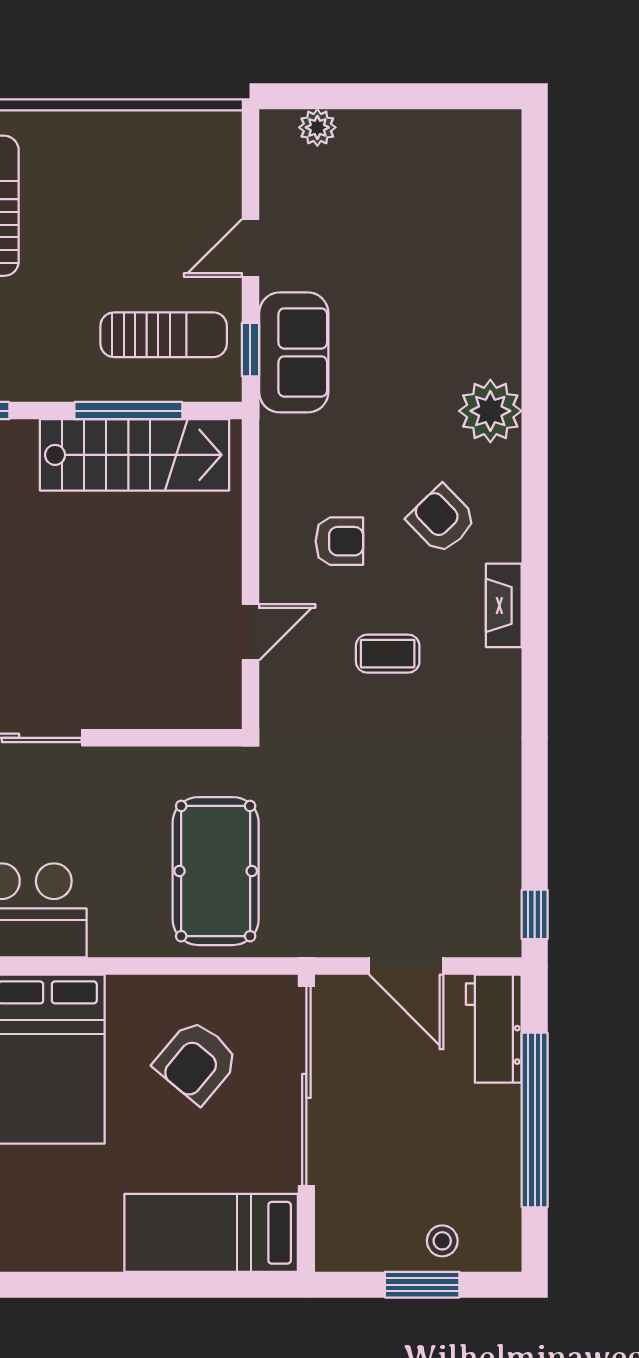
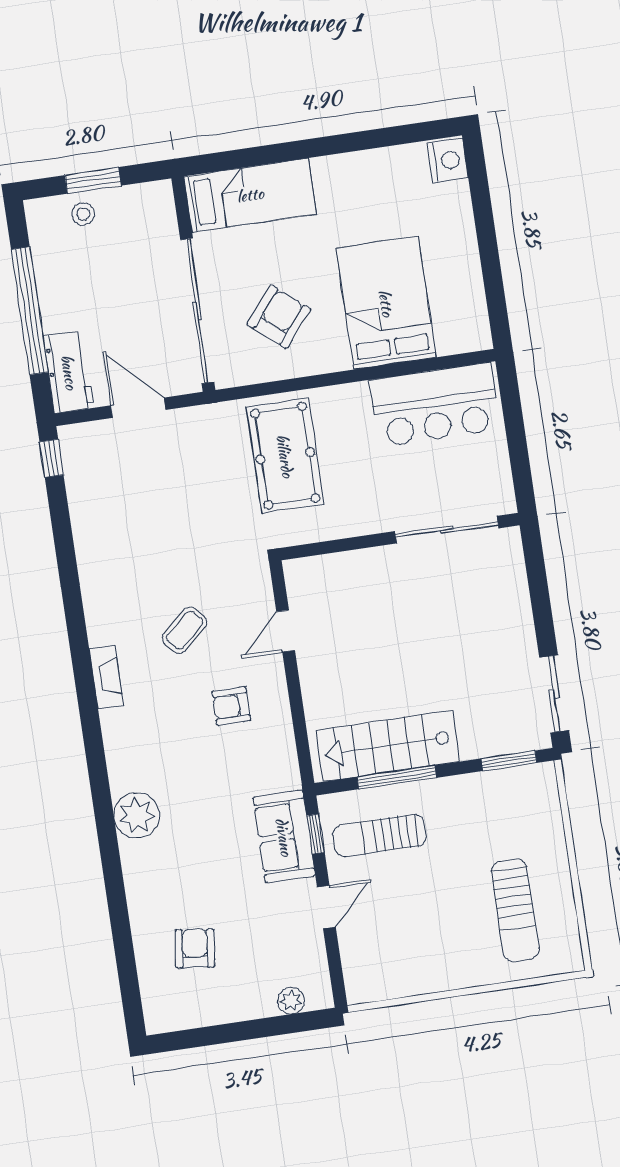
armchair: (442, 519) -> (195, 948), moved, turned -129
coffee table: (388, 654) -> (185, 630), turned -42

